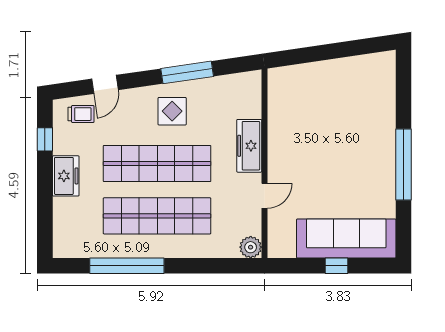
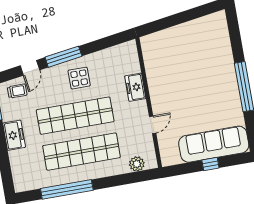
window: (187, 72) -> (63, 57), moved
freezer: (249, 146) -> (135, 87), width x0.71
plant: (251, 247) -> (137, 164), moved

